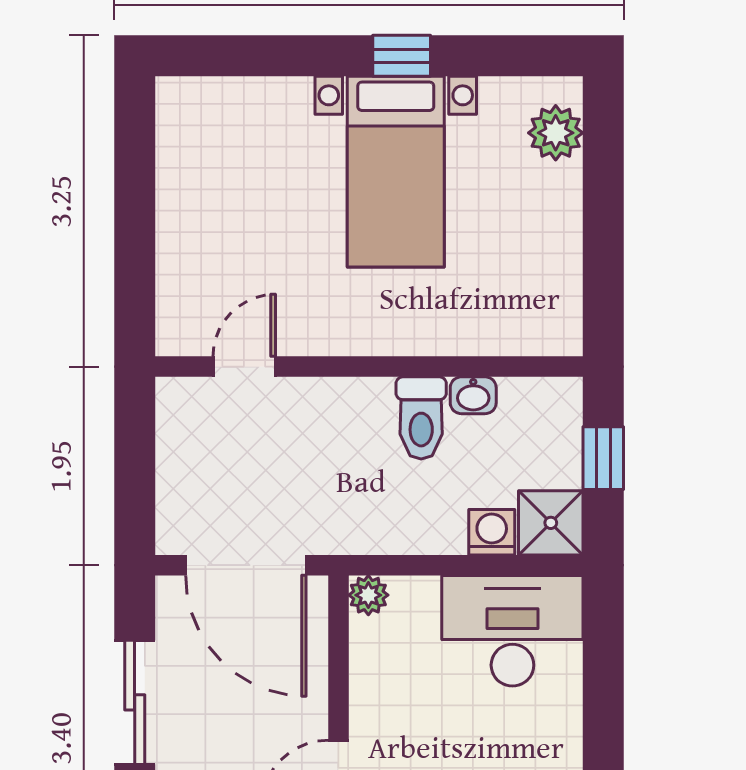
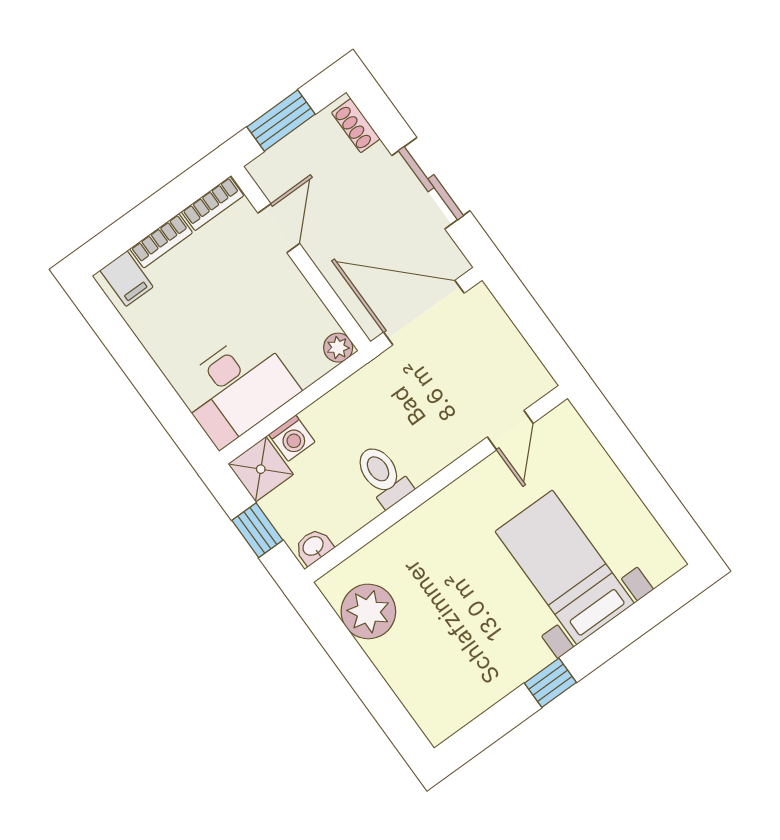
plant: (556, 133) -> (368, 611), moved, width x1.36, depth x1.36
bed with nightstands: (396, 172) -> (565, 567), moved
washbasin: (473, 395) -> (314, 547), moved

